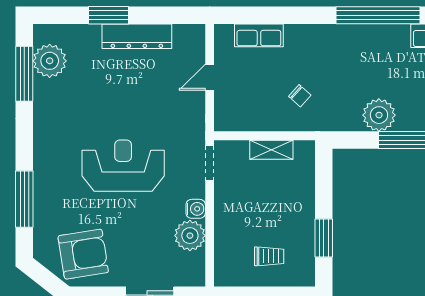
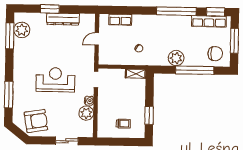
shelving: (271, 150) -> (136, 74), moved

